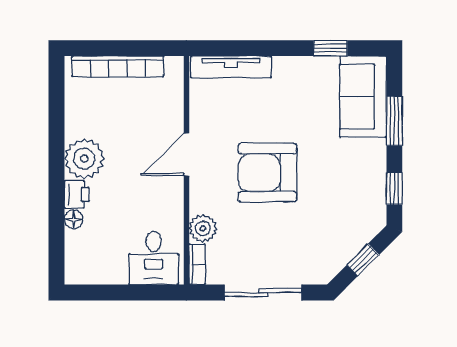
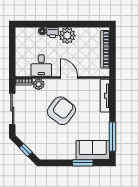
window: (330, 48) -> (113, 137), width x2.17
armchair: (267, 173) -> (61, 111), turned 37
window: (394, 189) -> (55, 163), removed
desk: (154, 258) -> (41, 65), moved, turned -90

